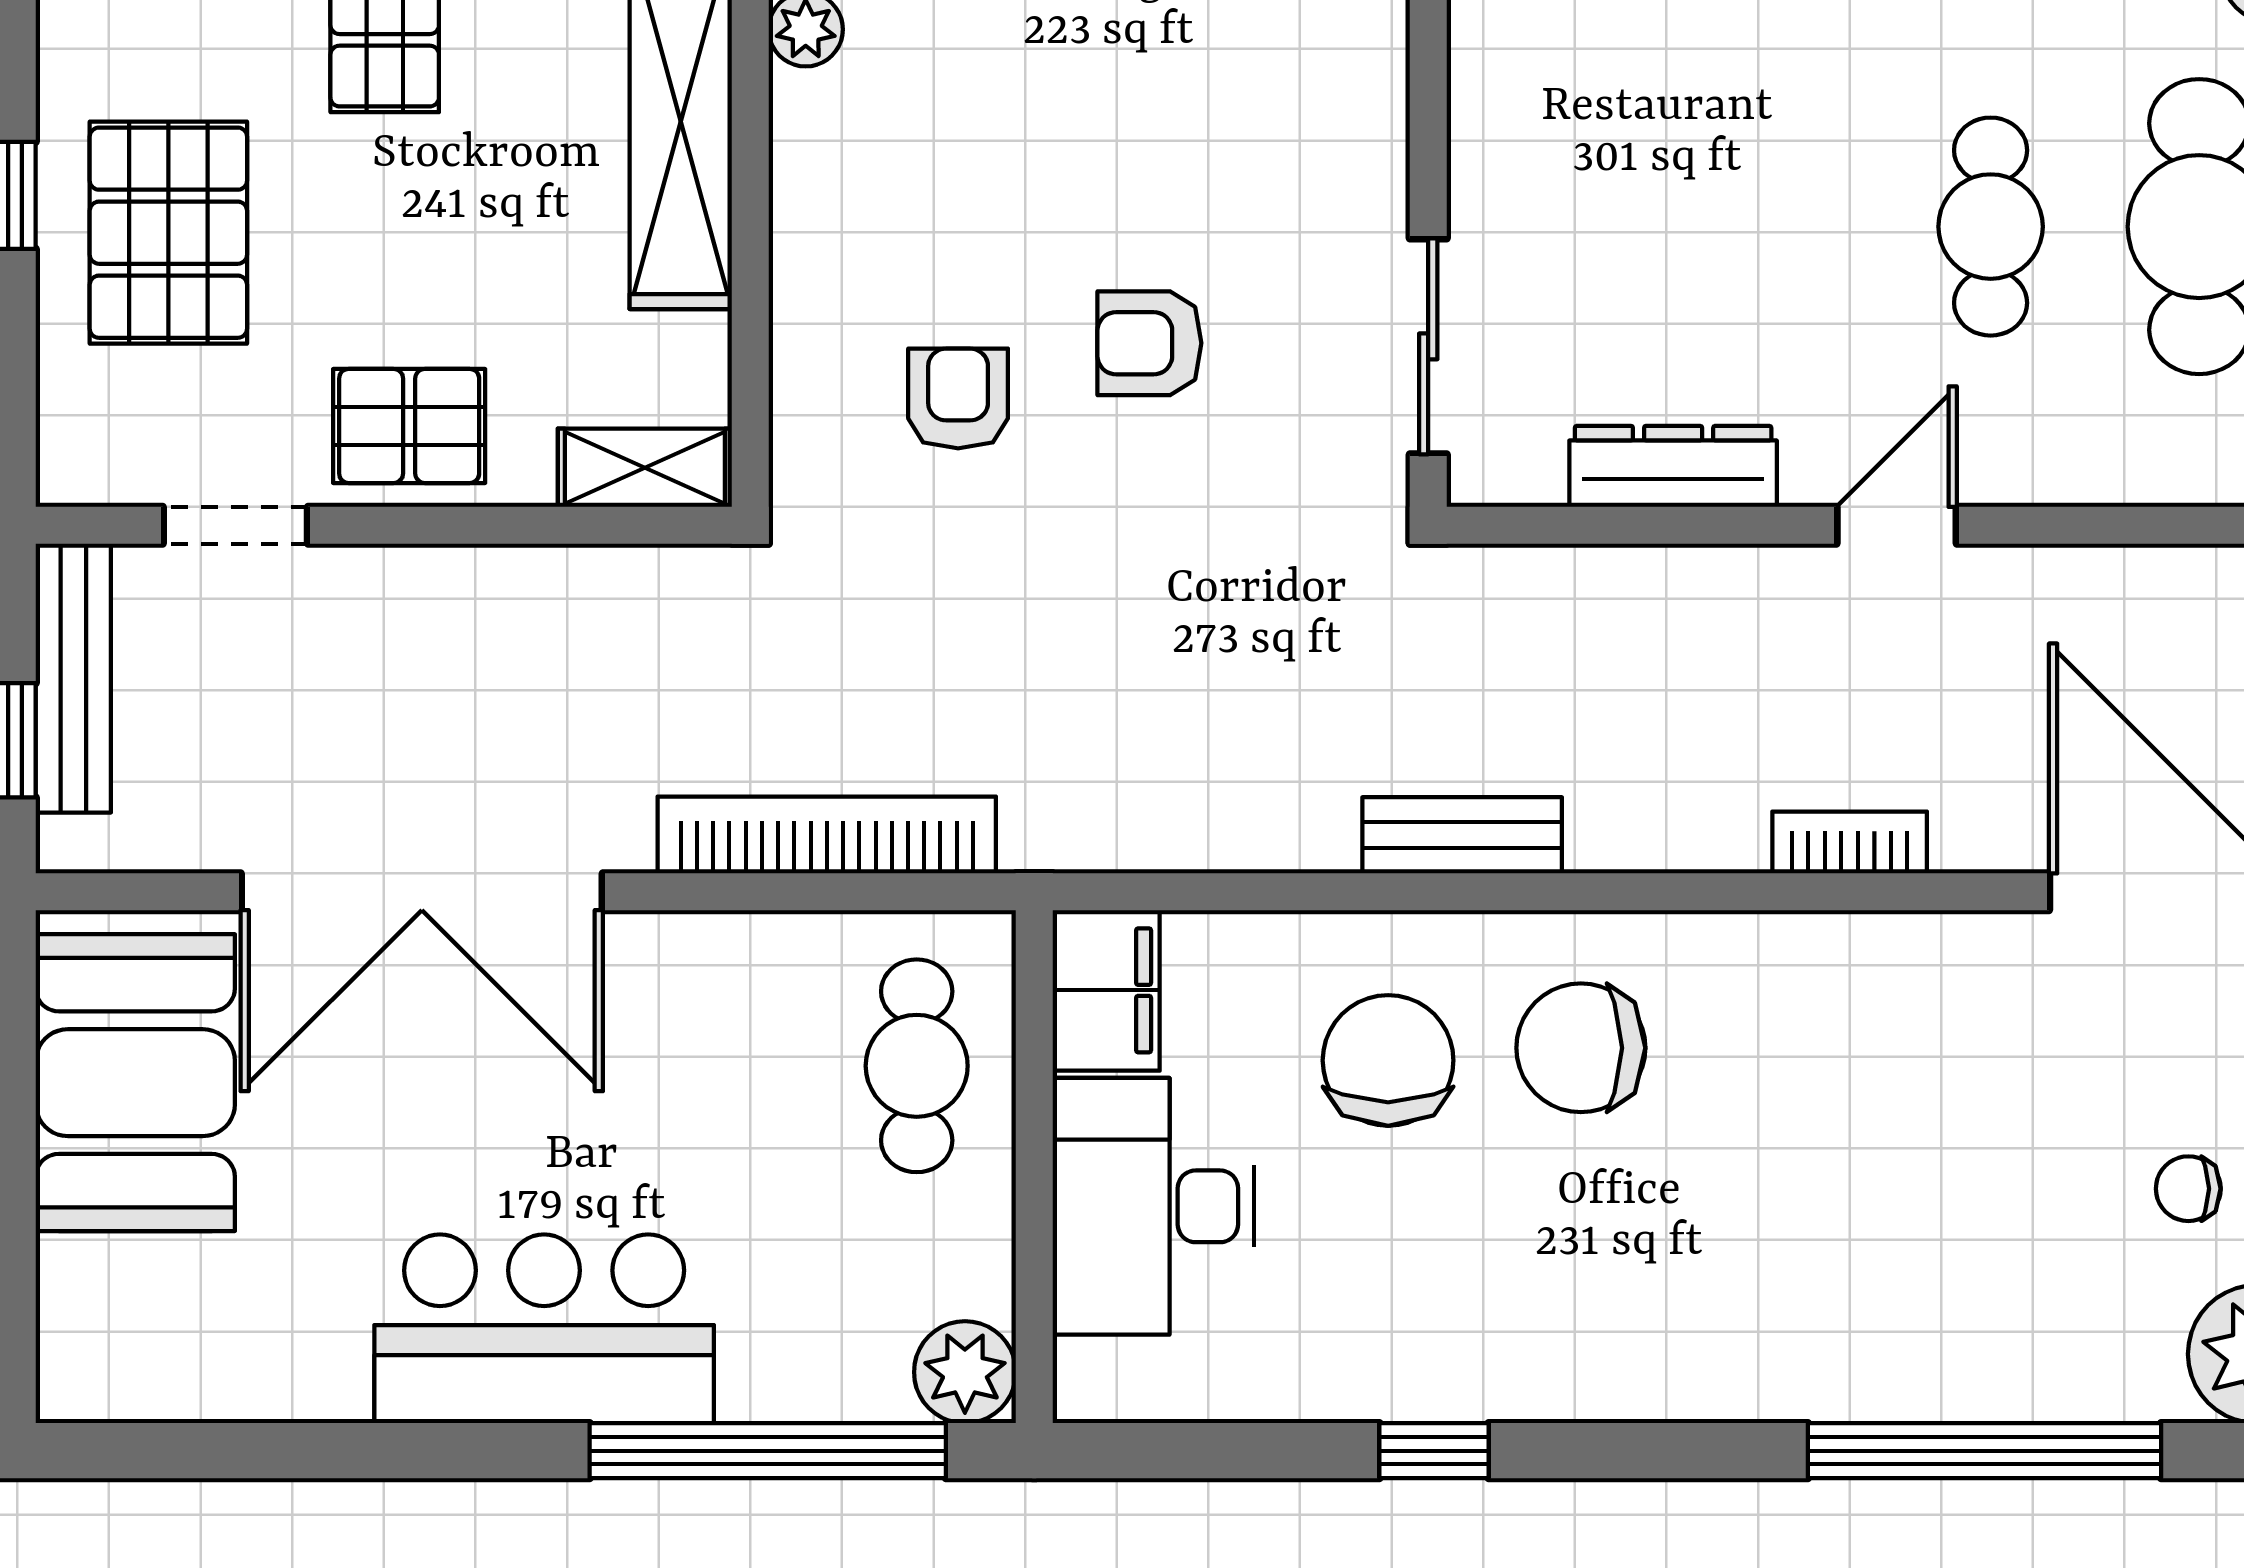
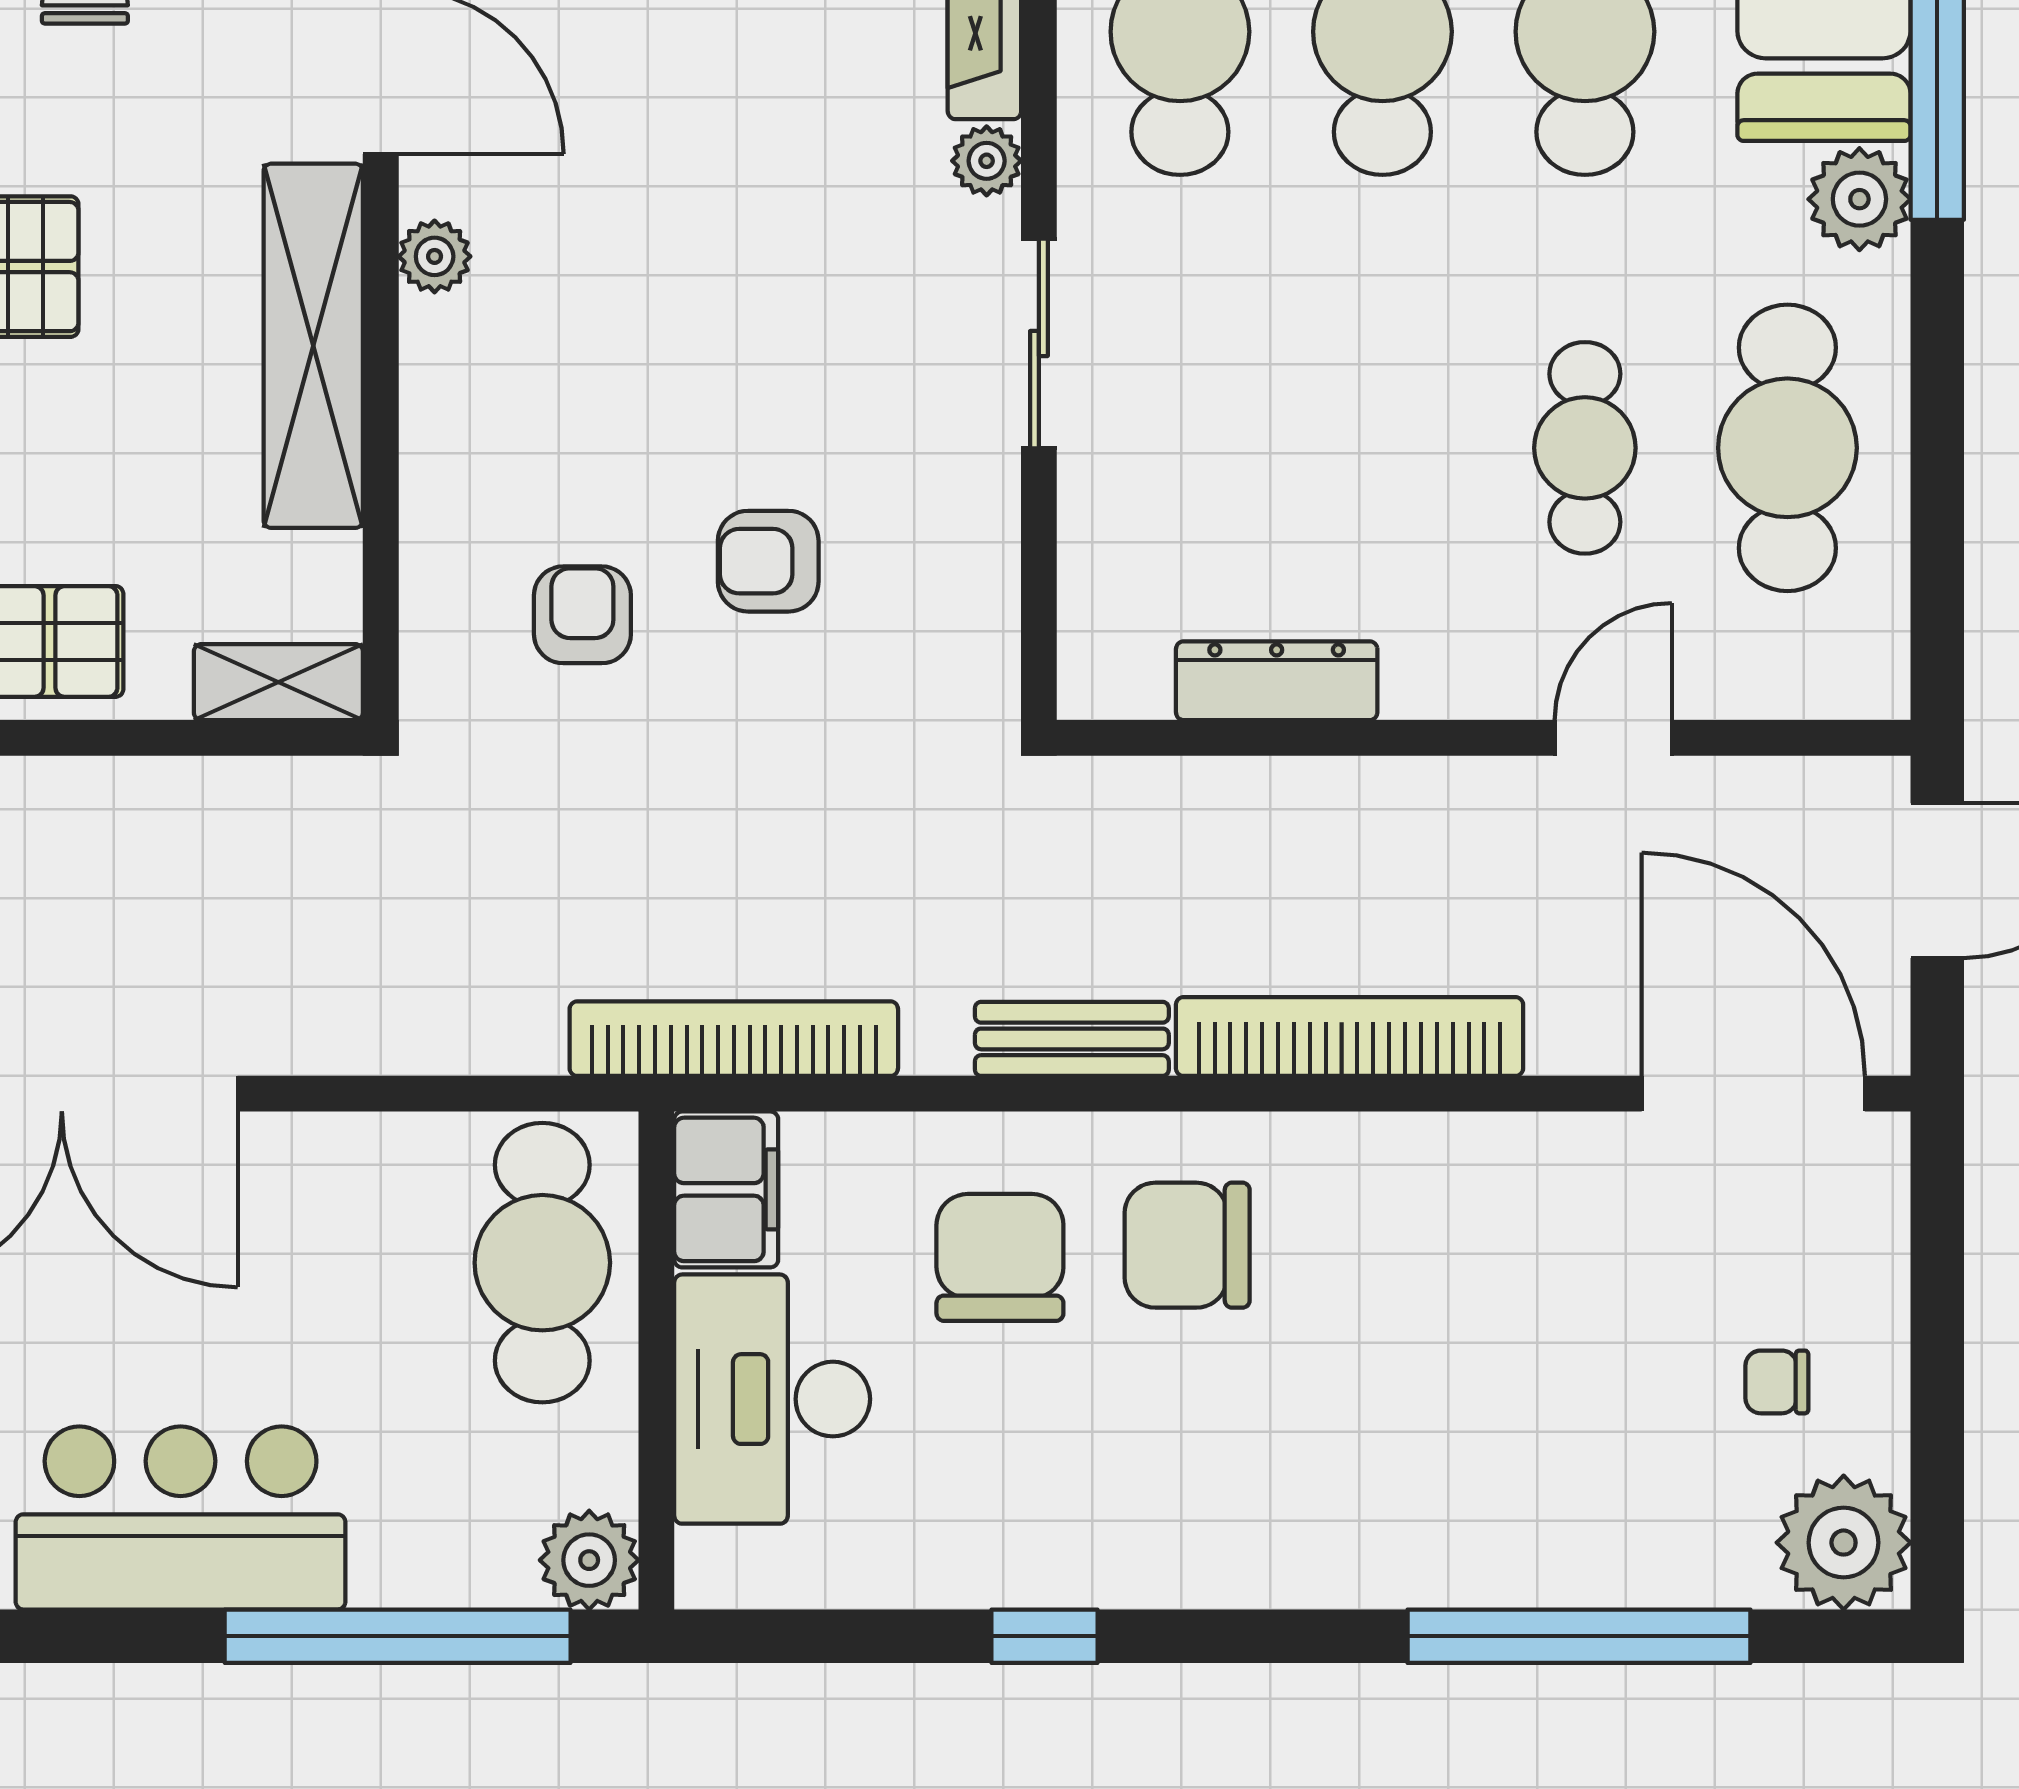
sliding door: (1428, 346) -> (1039, 343), moved
door: (1897, 525) -> (1613, 738), moved
bookcase: (827, 835) -> (734, 1039), moved
bookcase: (1850, 842) -> (1350, 1036), width x2.31, depth x1.31
cafe table: (917, 1066) -> (542, 1263), width x1.37, depth x1.35

